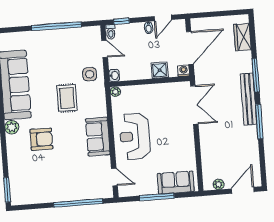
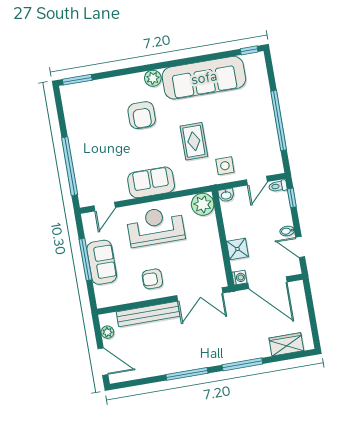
plant: (115, 92) -> (203, 204), width x1.88, depth x1.88
rug: (67, 98) -> (194, 141), turned 90
bench: (249, 99) -> (148, 314), moved
armchair: (178, 143) -> (152, 279), added
sofa: (176, 183) -> (102, 262), moved

